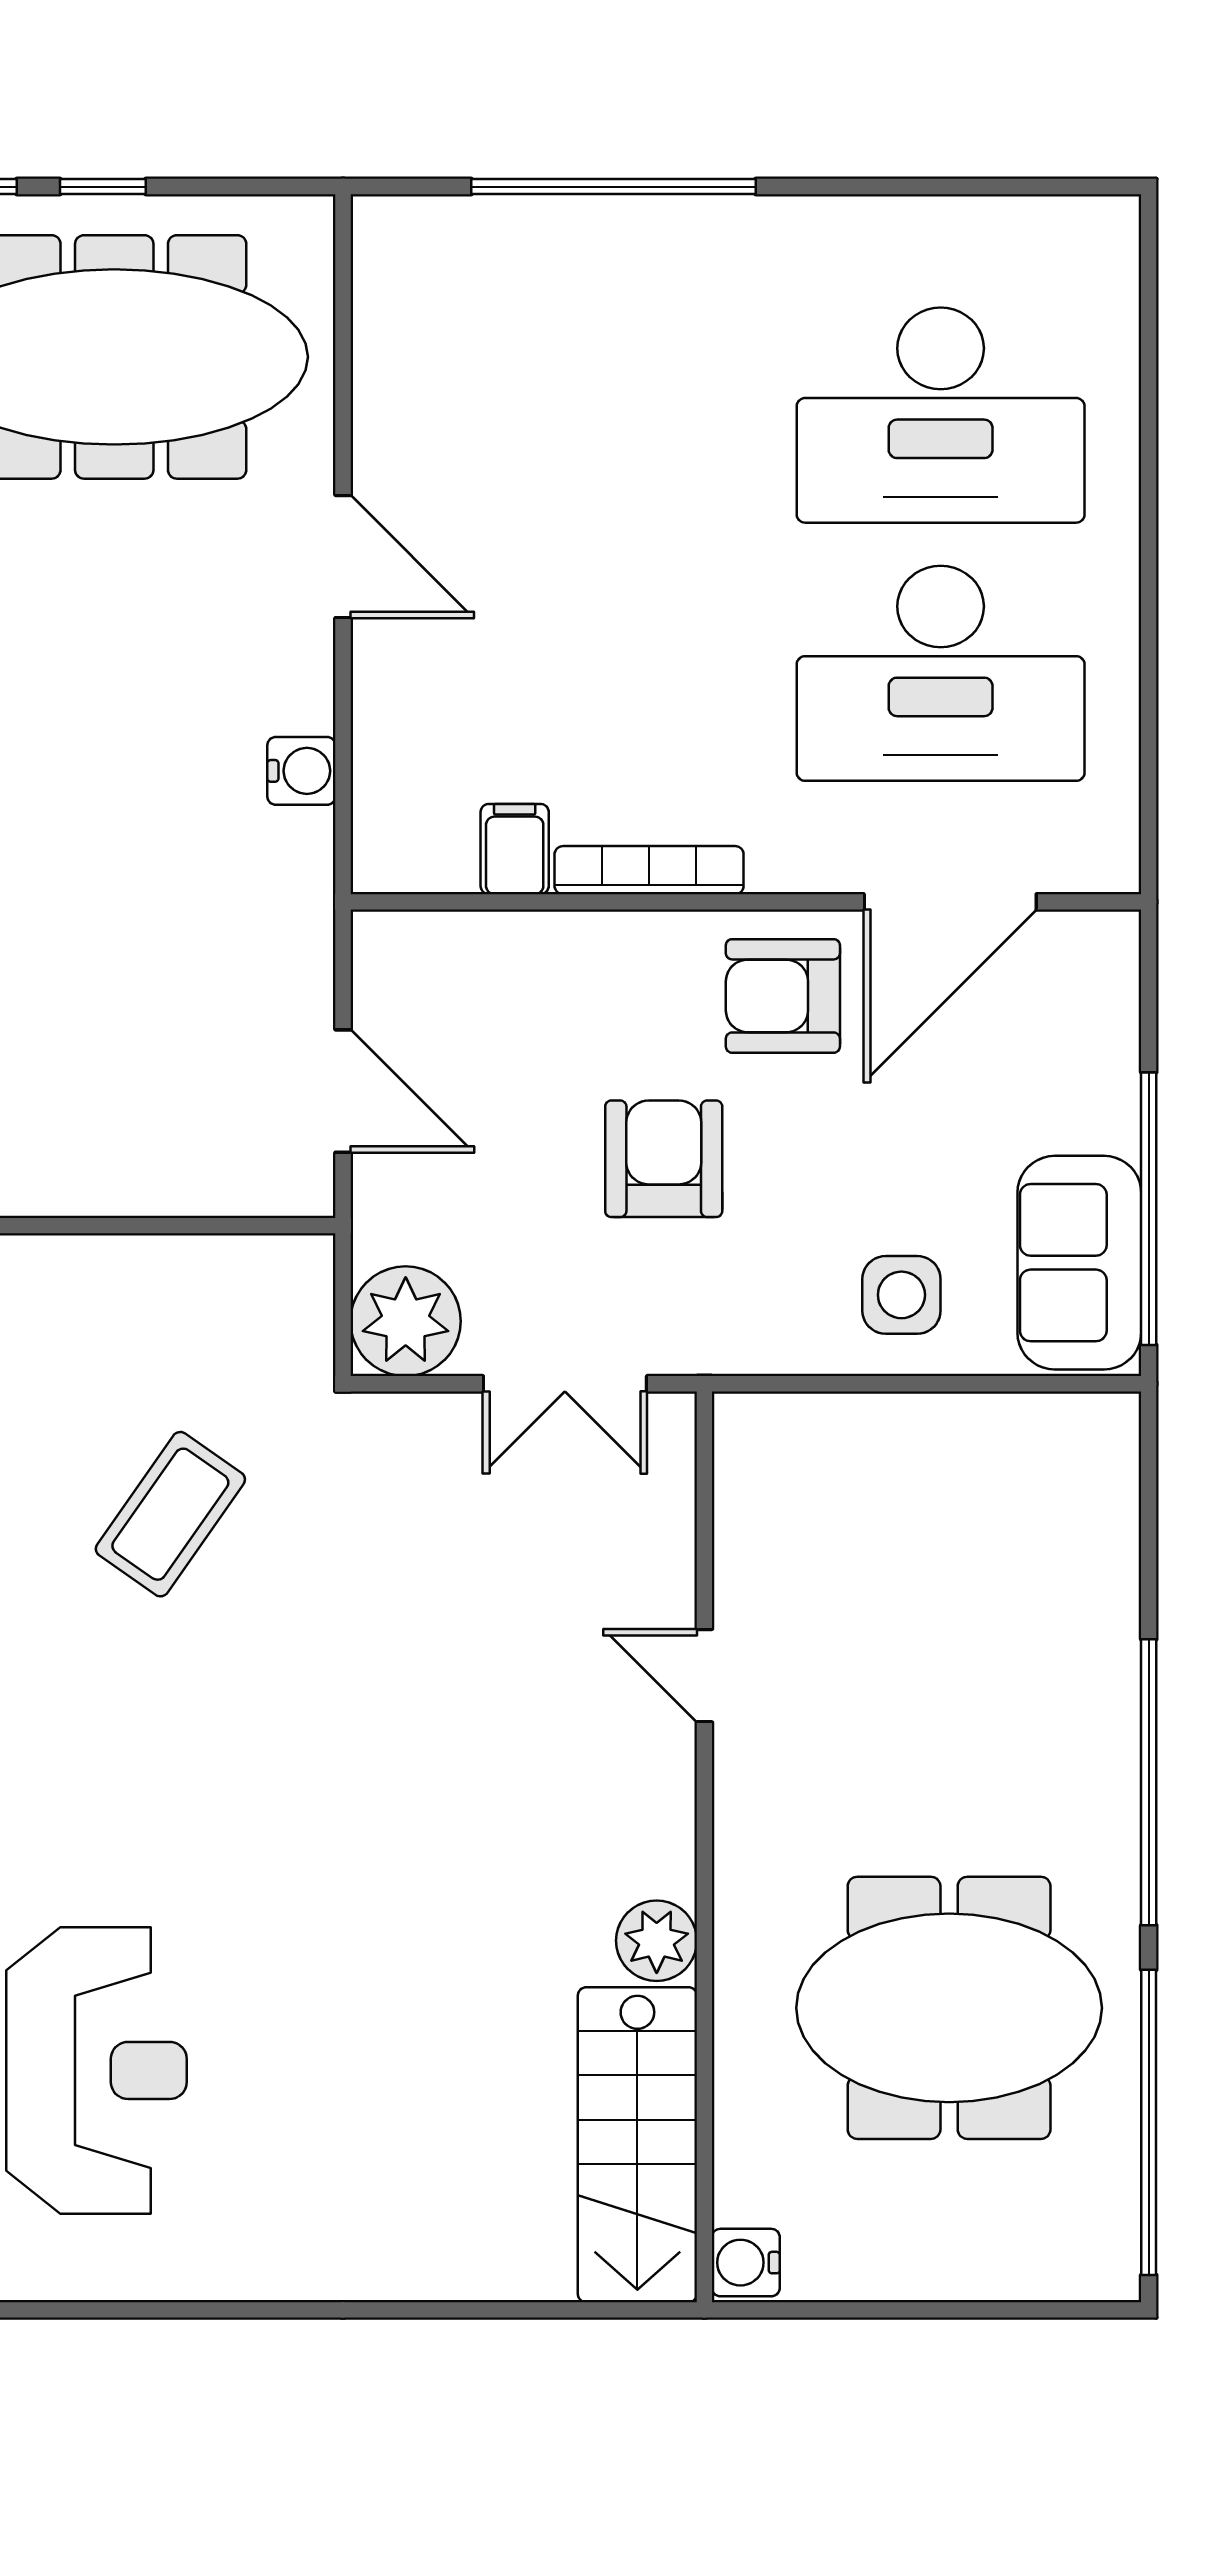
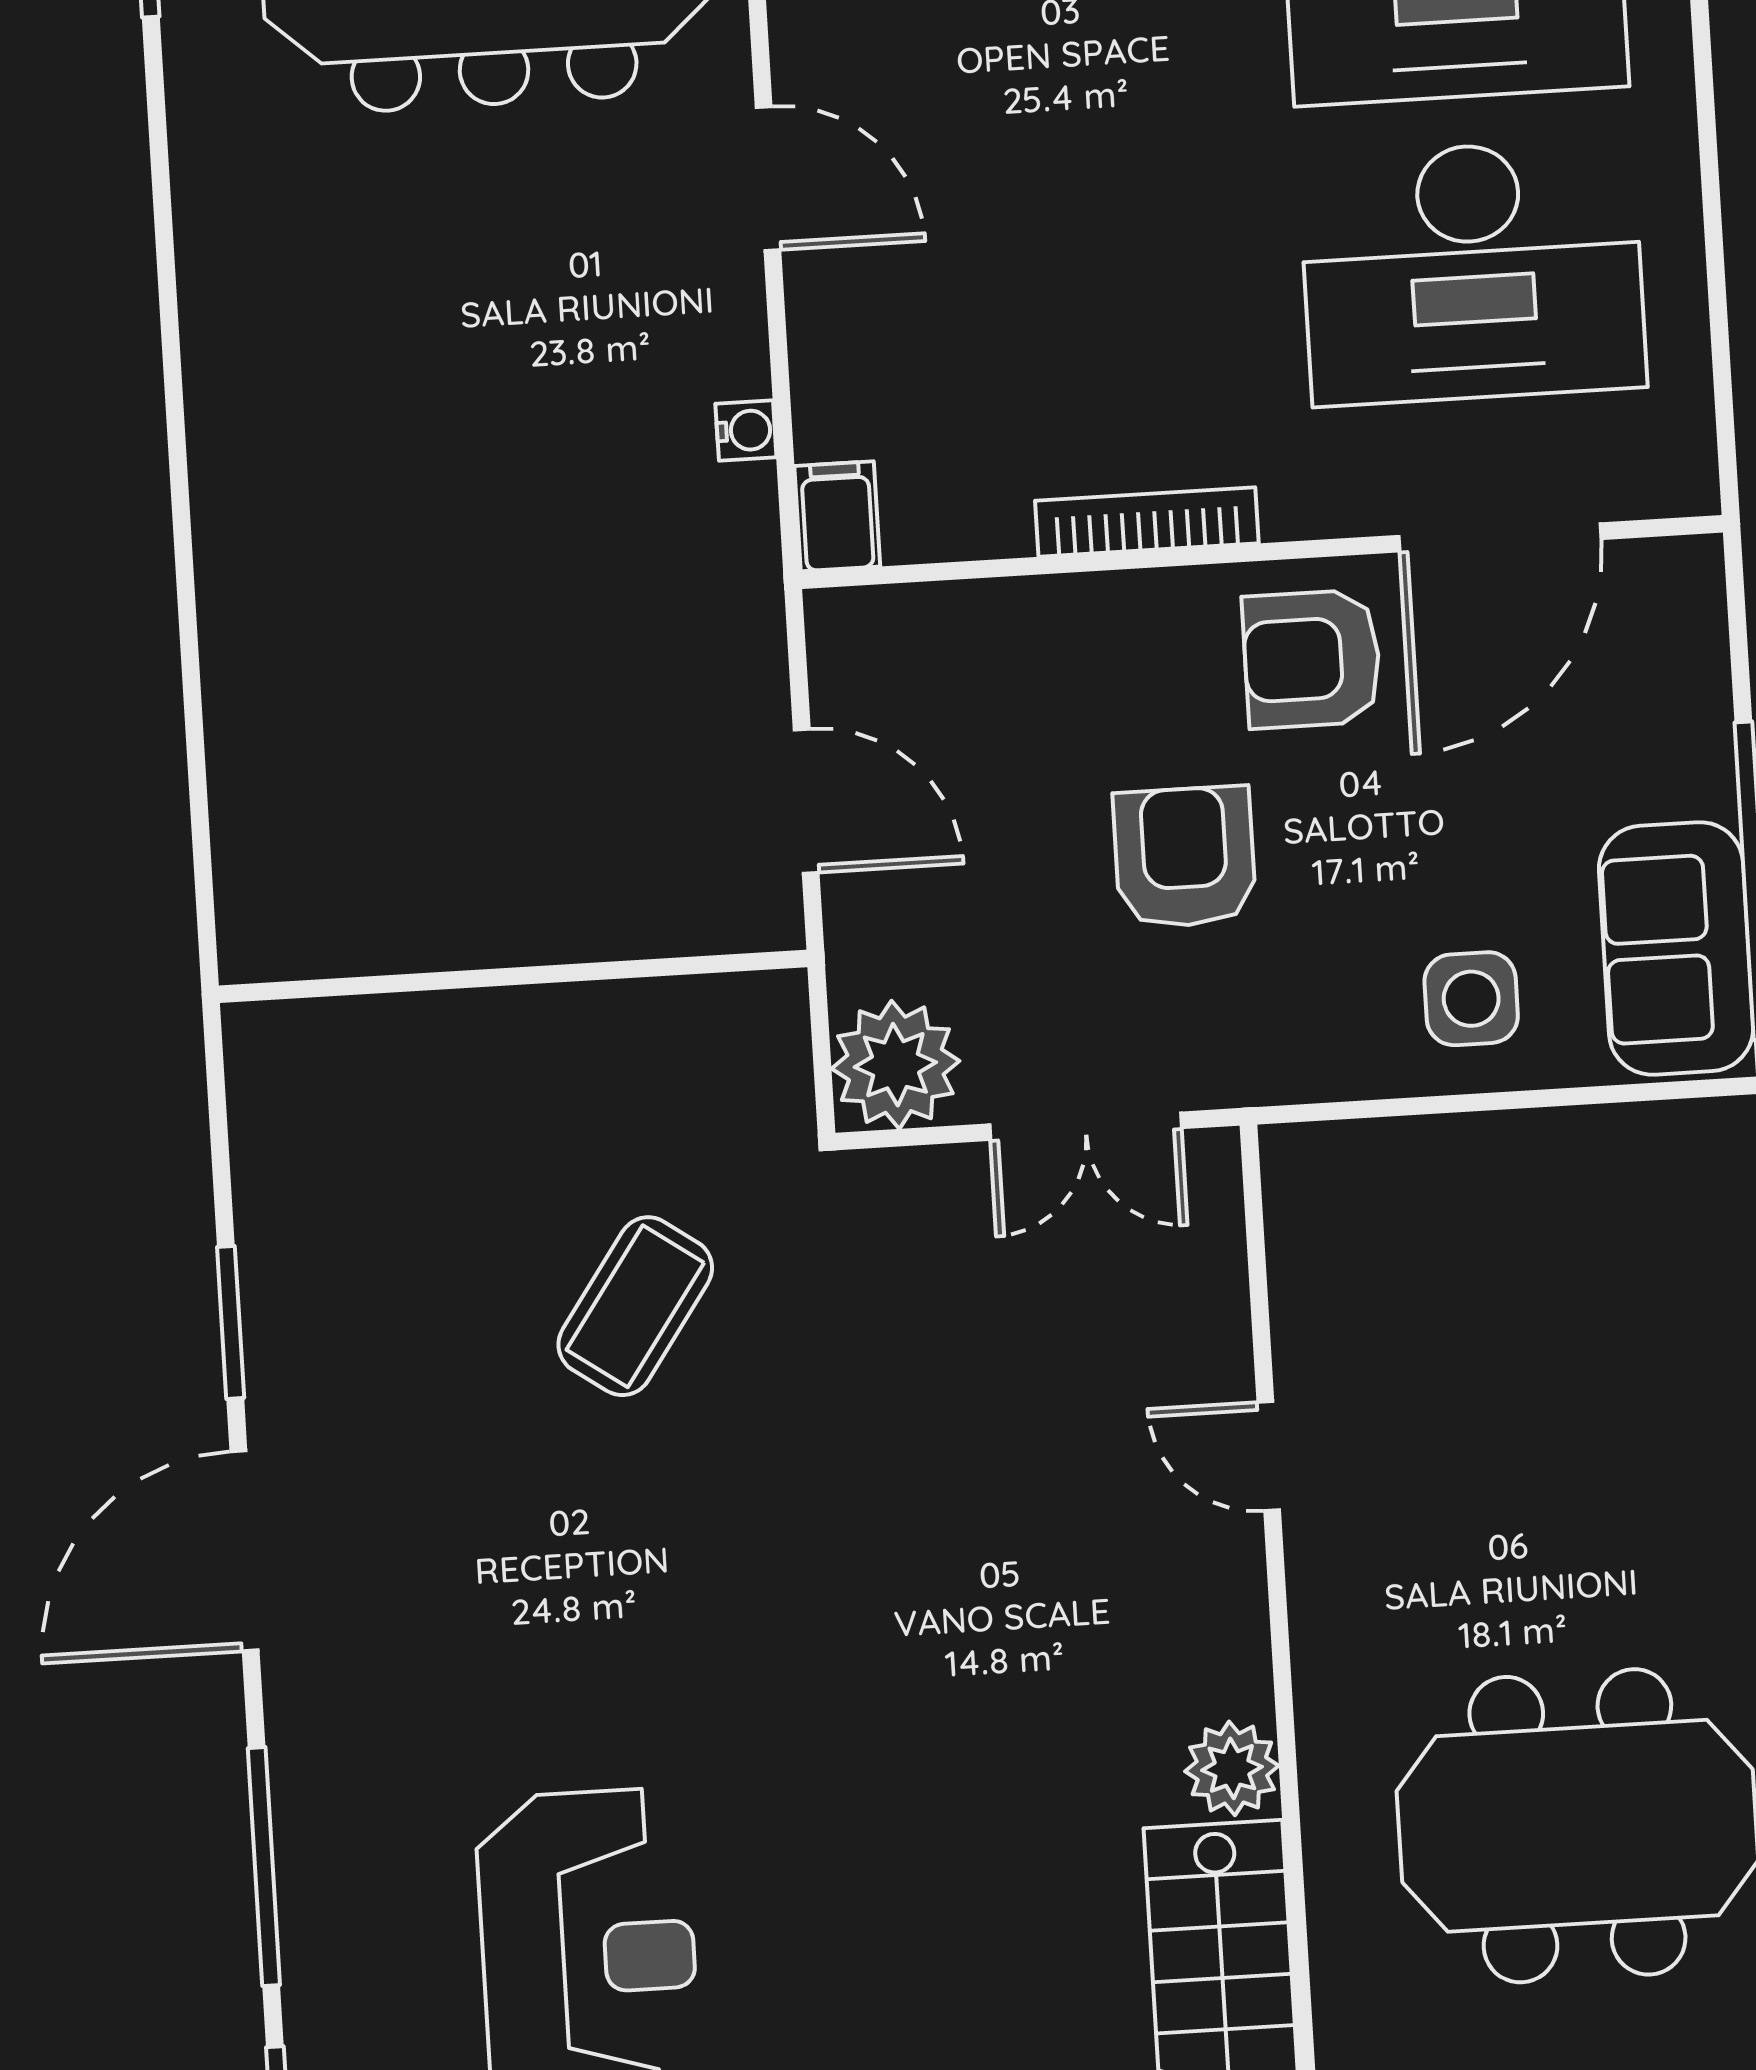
water cooler: (301, 771) -> (746, 430), width x0.72, depth x0.72
filing cabinet: (515, 849) -> (837, 516), moved

